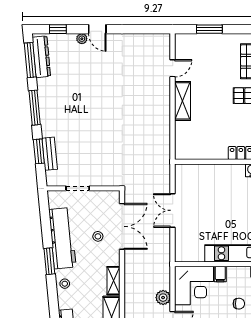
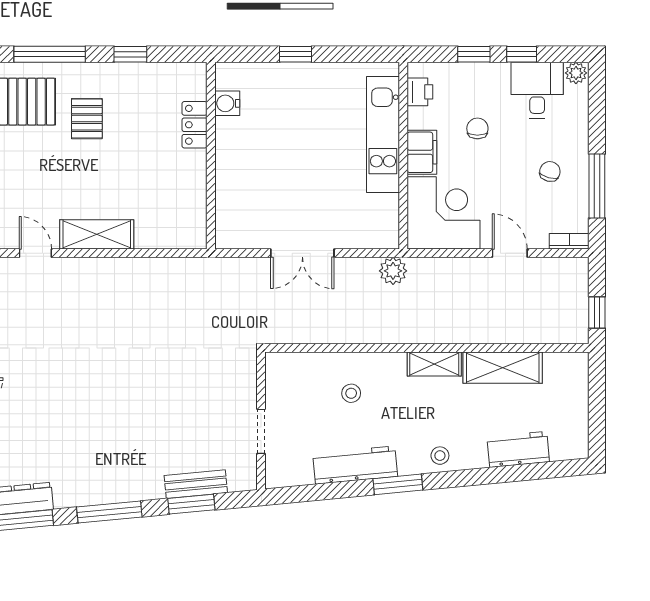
double door: (122, 226) -> (332, 348), removed
workbench: (62, 238) -> (355, 465), width x0.73, depth x0.76
filing cabinet: (220, 274) -> (422, 152), width x2.00
plant: (163, 298) -> (393, 271), moved

